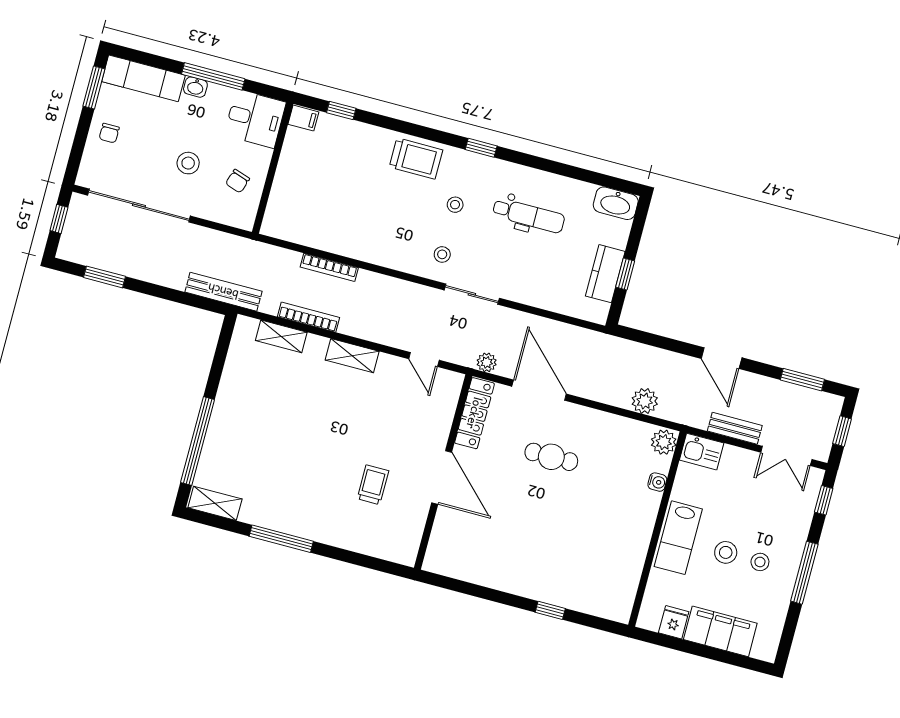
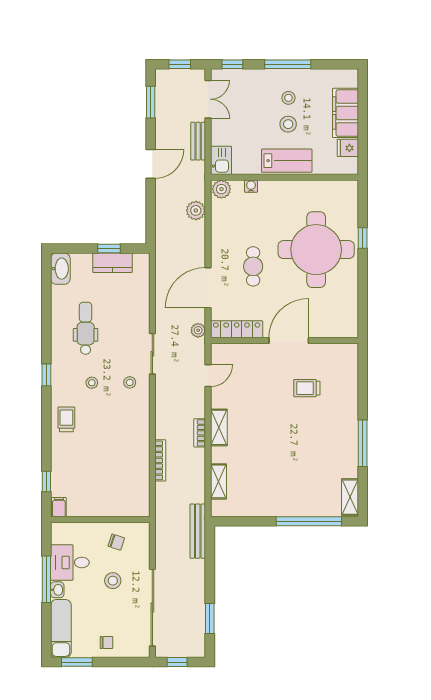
desk: (255, 119) -> (70, 562), moved, turned -90
trolley: (416, 158) -> (66, 419), width x0.73, depth x0.72
bookcase: (309, 317) -> (200, 433), moved, width x0.64
round table: (551, 545) -> (316, 250), added

